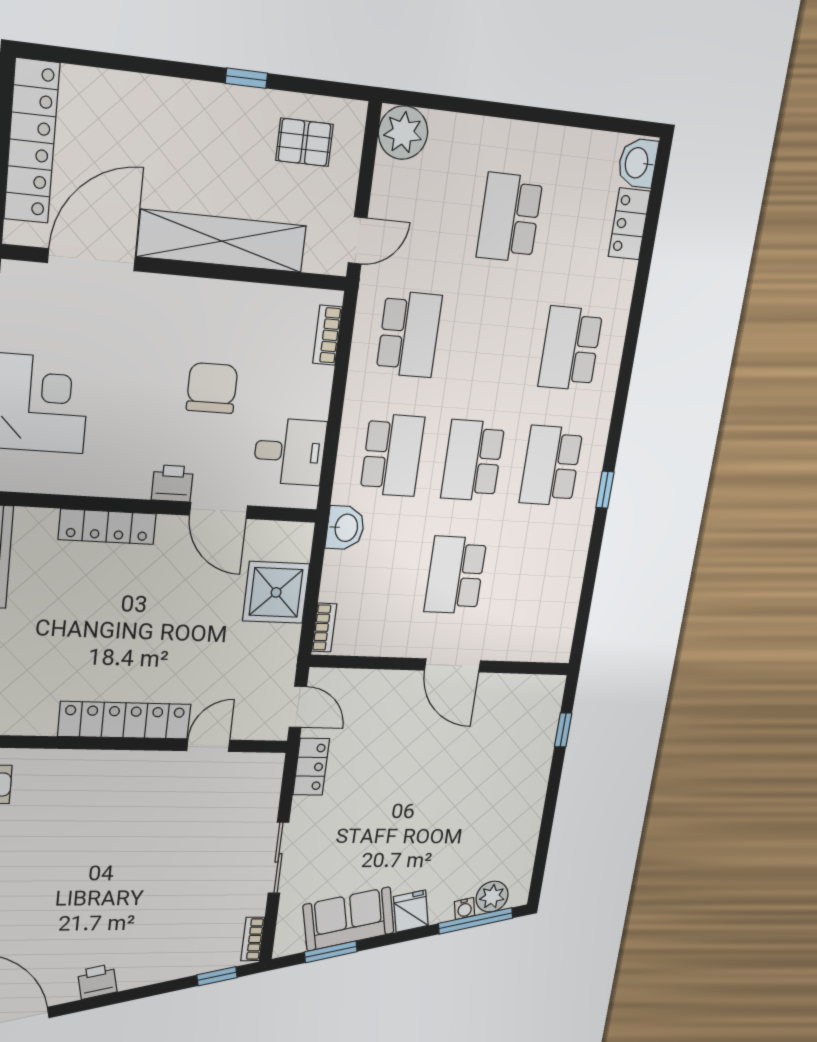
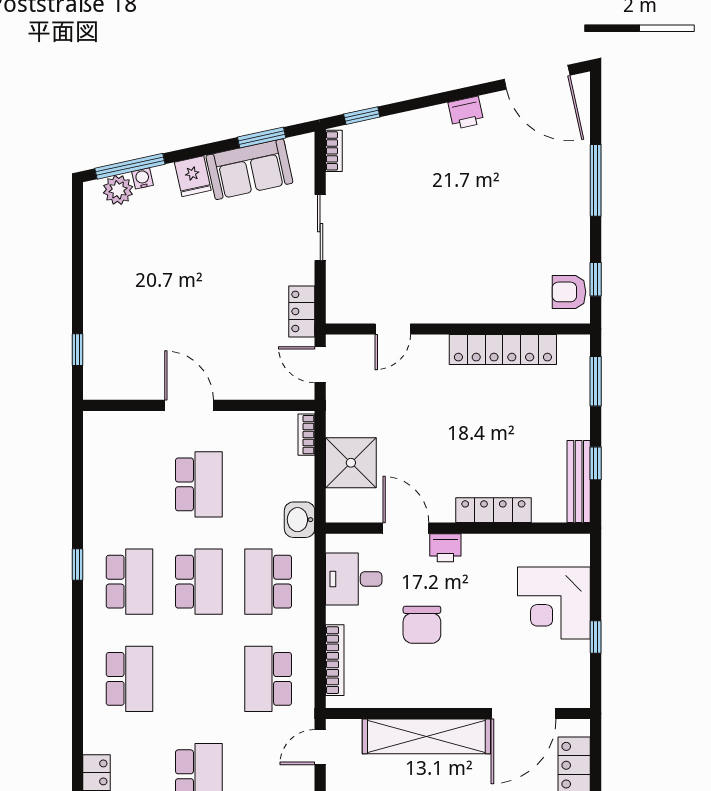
bookcase: (327, 335) -> (335, 660), width x1.56
locker: (124, 720) -> (503, 350), moved

